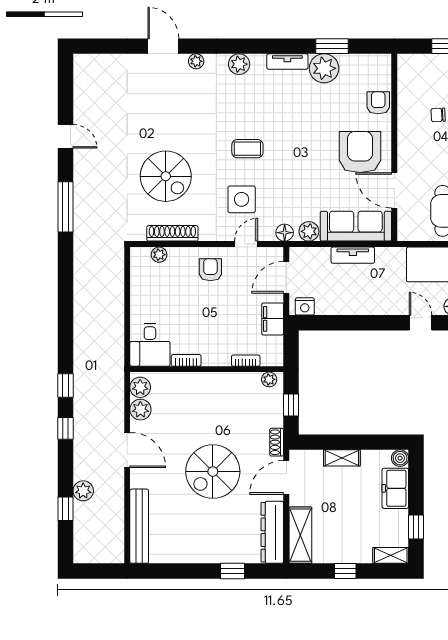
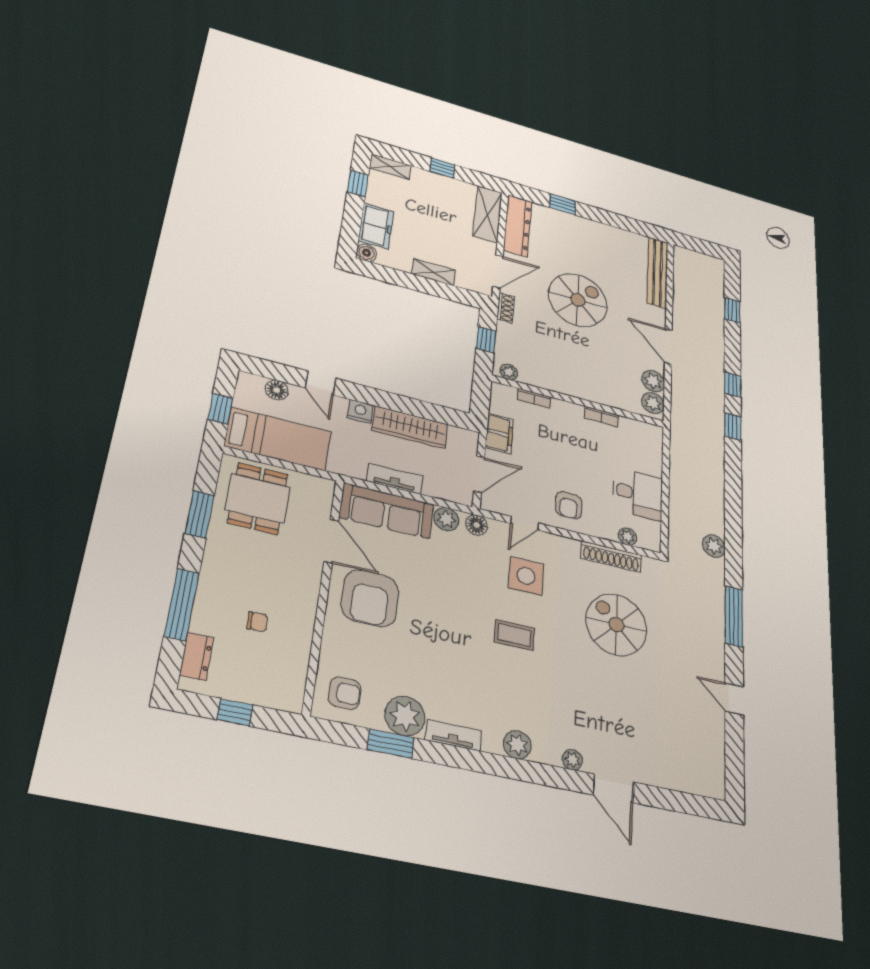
armchair: (378, 103) -> (345, 693), moved, turned -90
wardrobe: (346, 304) -> (410, 427), added
nightstand: (305, 306) -> (360, 411), moved
desk: (150, 345) -> (638, 494), moved, turned 90
plant: (83, 491) -> (714, 546), moved

